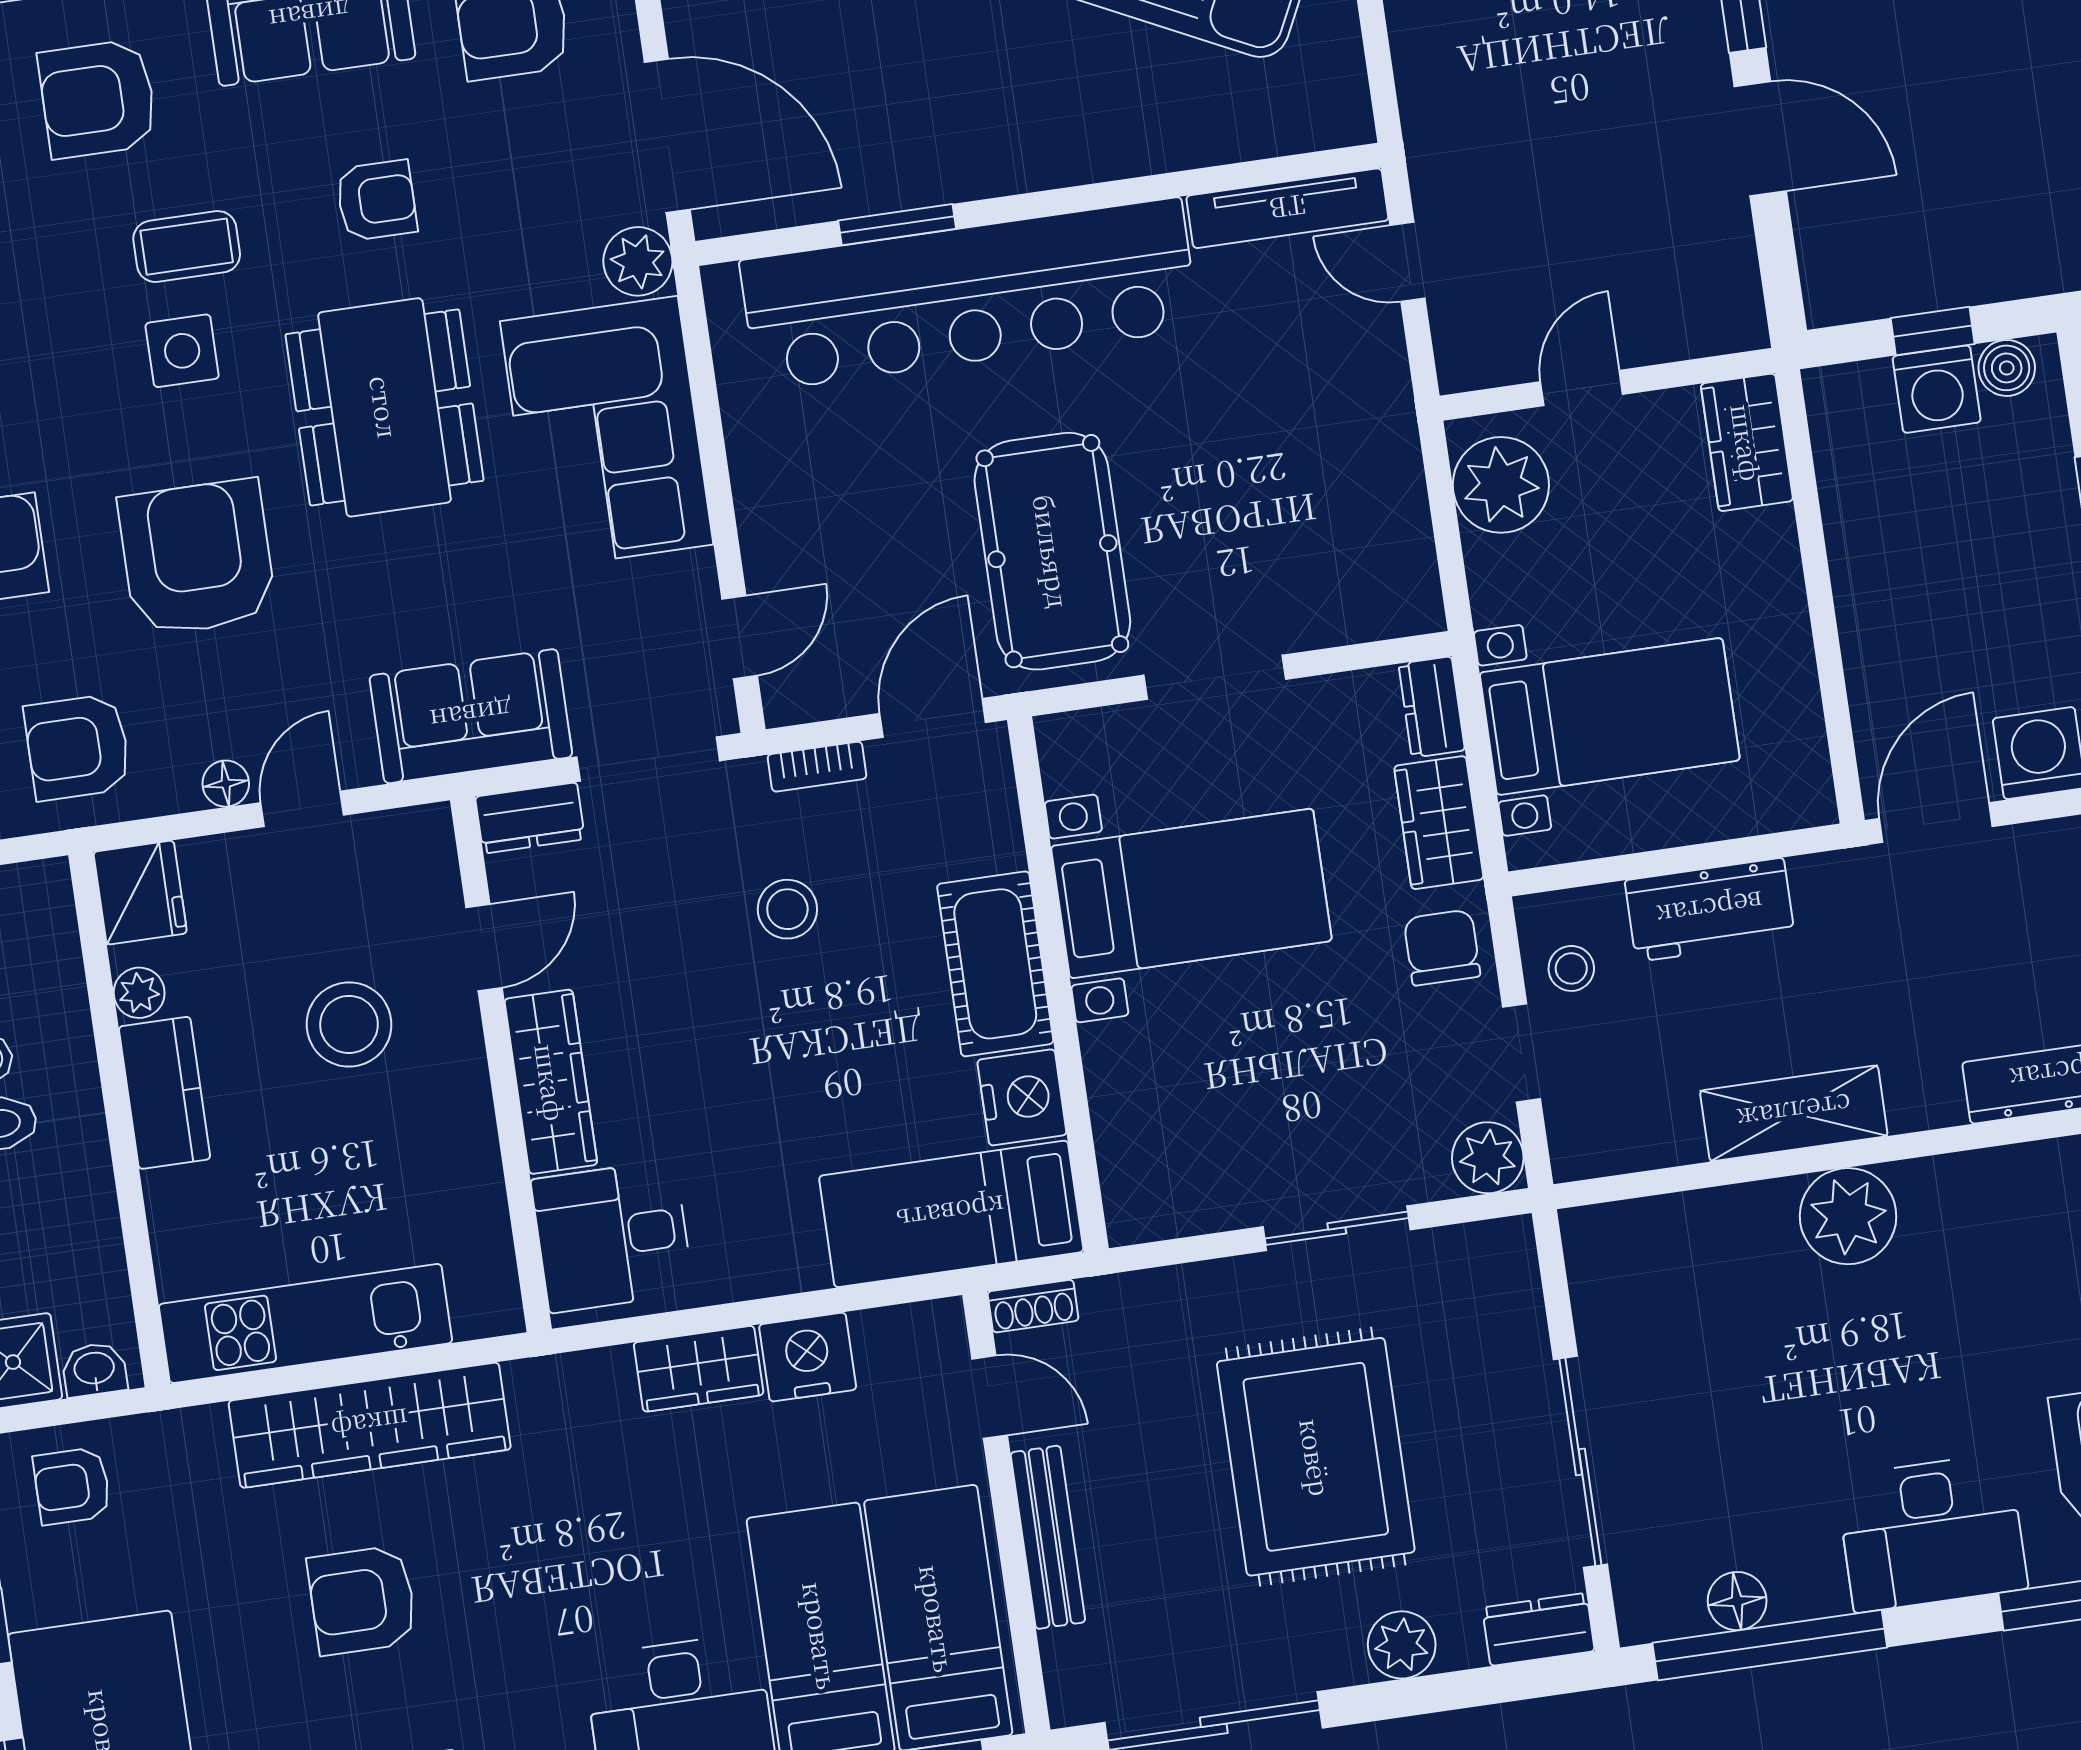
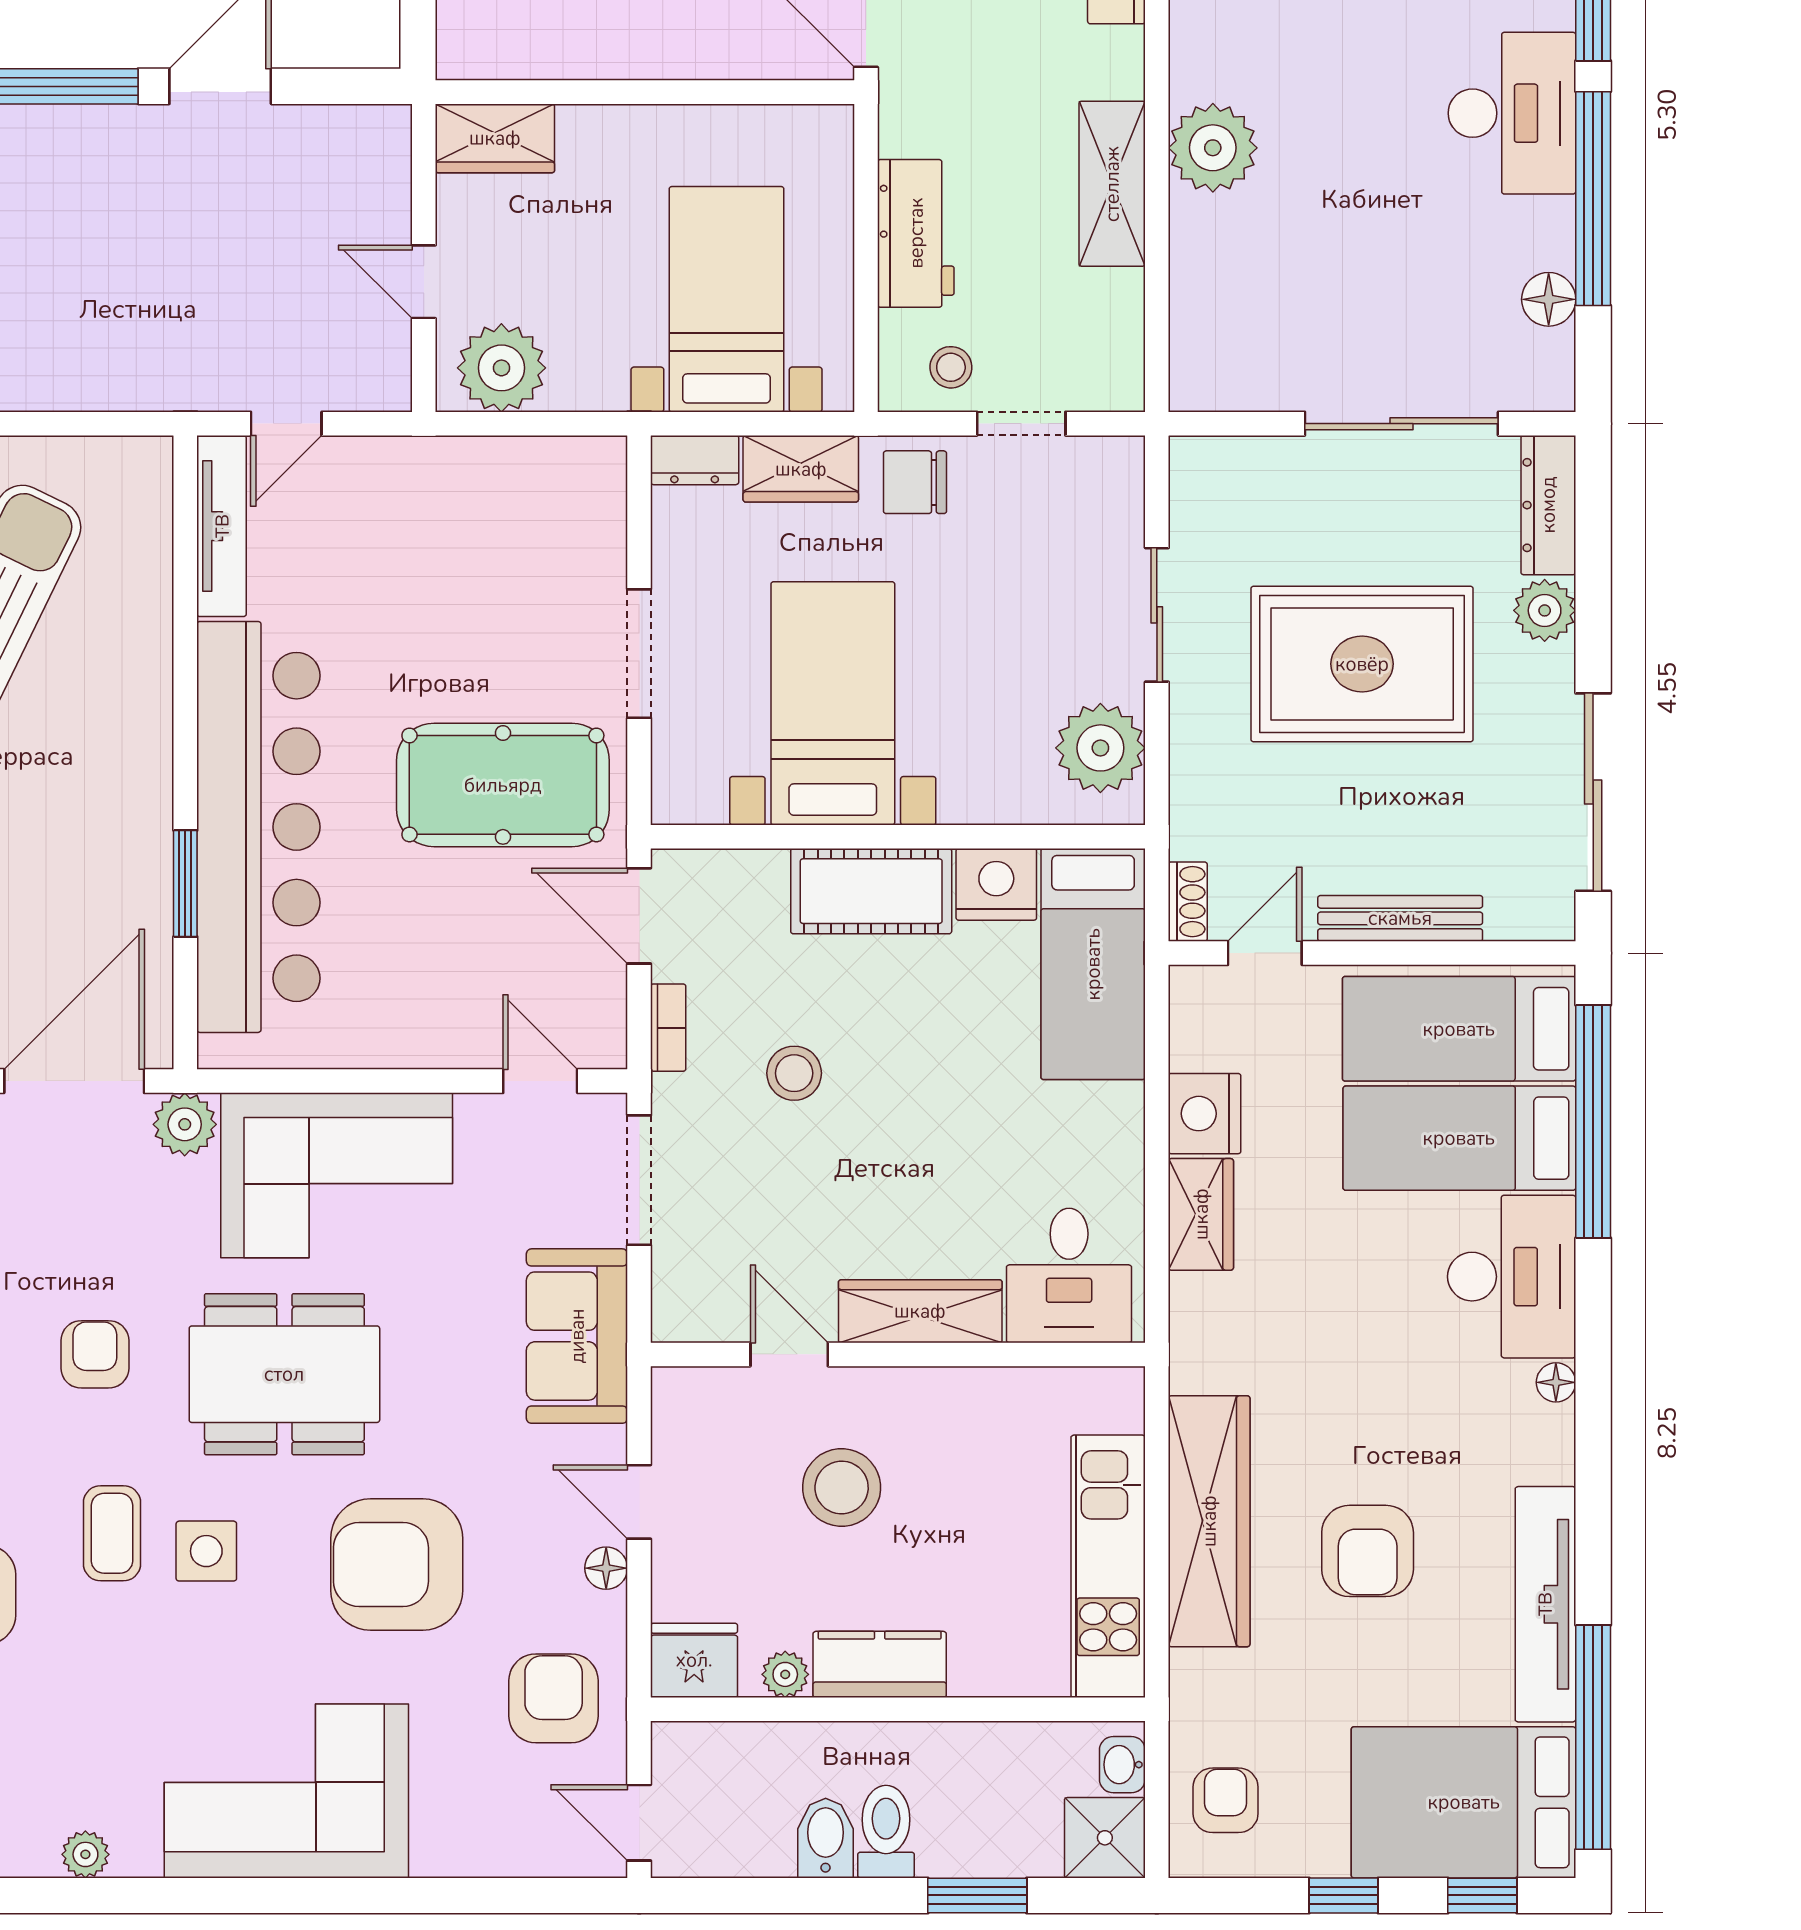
armchair: (78, 747) -> (554, 1698), turned 180
dresser: (530, 818) -> (677, 1296), removed
plant: (1488, 1158) -> (1100, 748), moved, width x1.36, depth x1.36
armchair: (72, 1486) -> (1226, 1800), turned 180
dresser: (1538, 1629) -> (1548, 505), width x1.44
window: (1770, 1645) -> (1593, 199), moved

